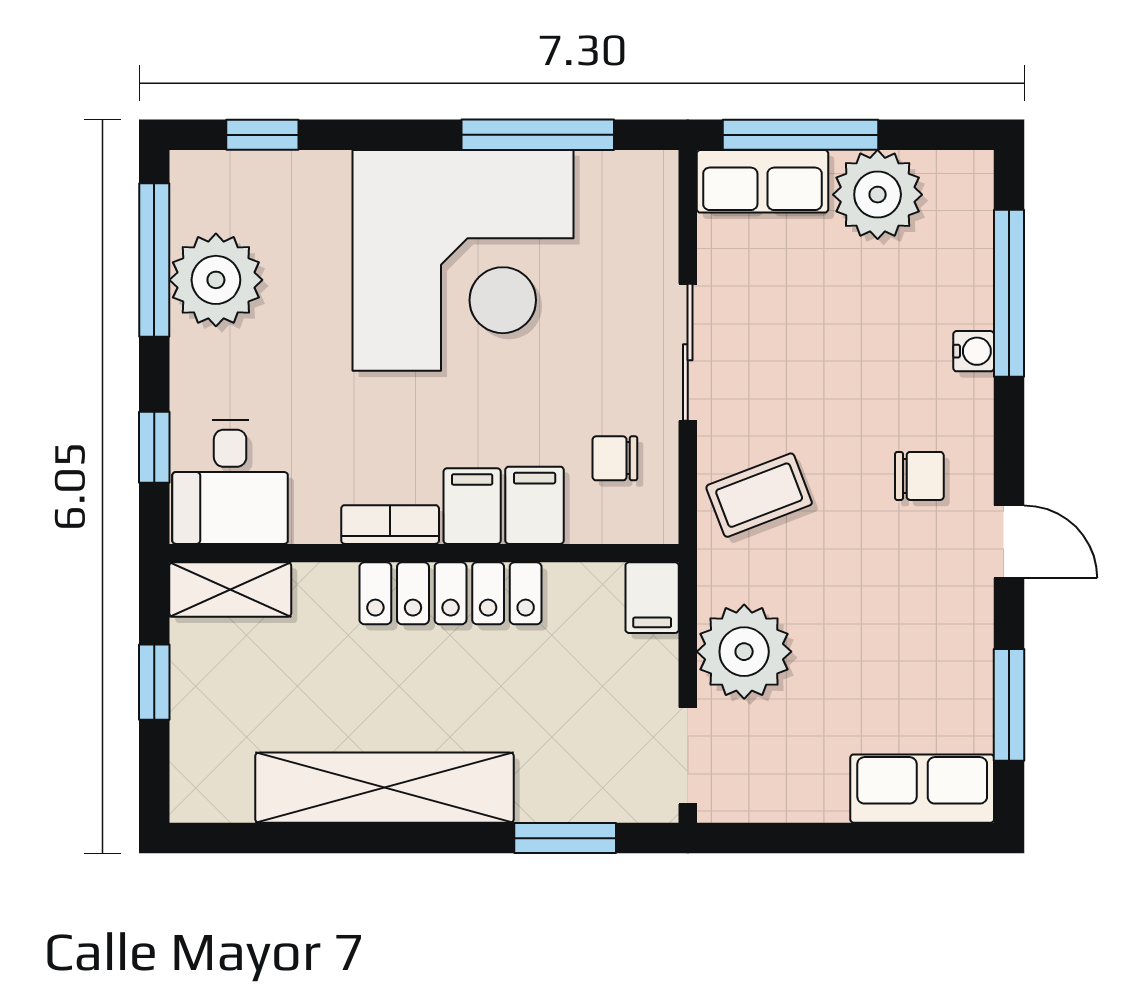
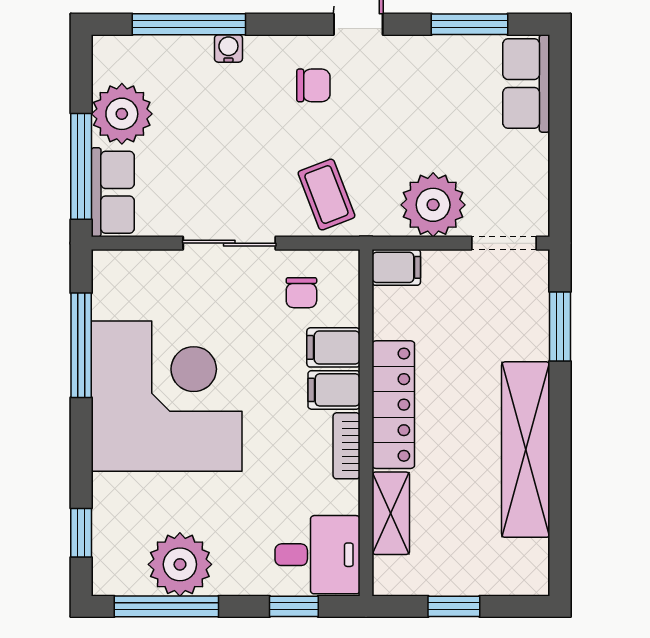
chair: (919, 476) -> (313, 85), turned 90
shelving: (230, 590) -> (391, 513), moved

